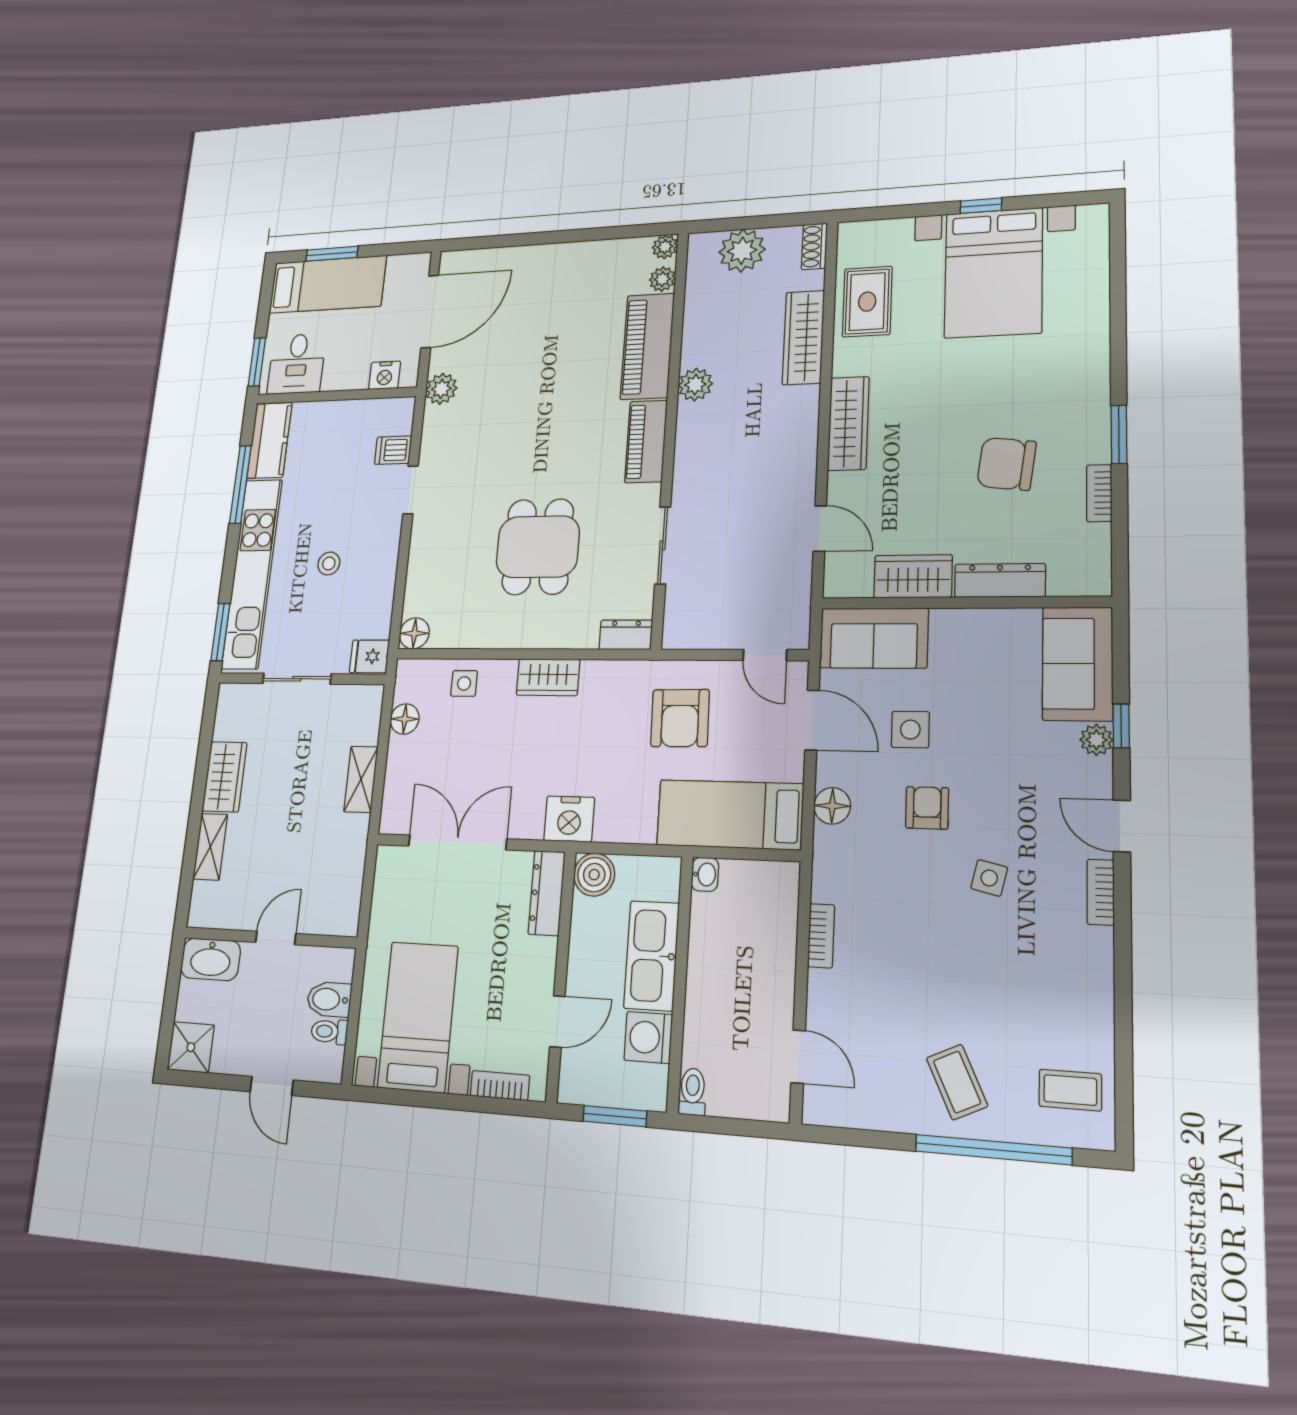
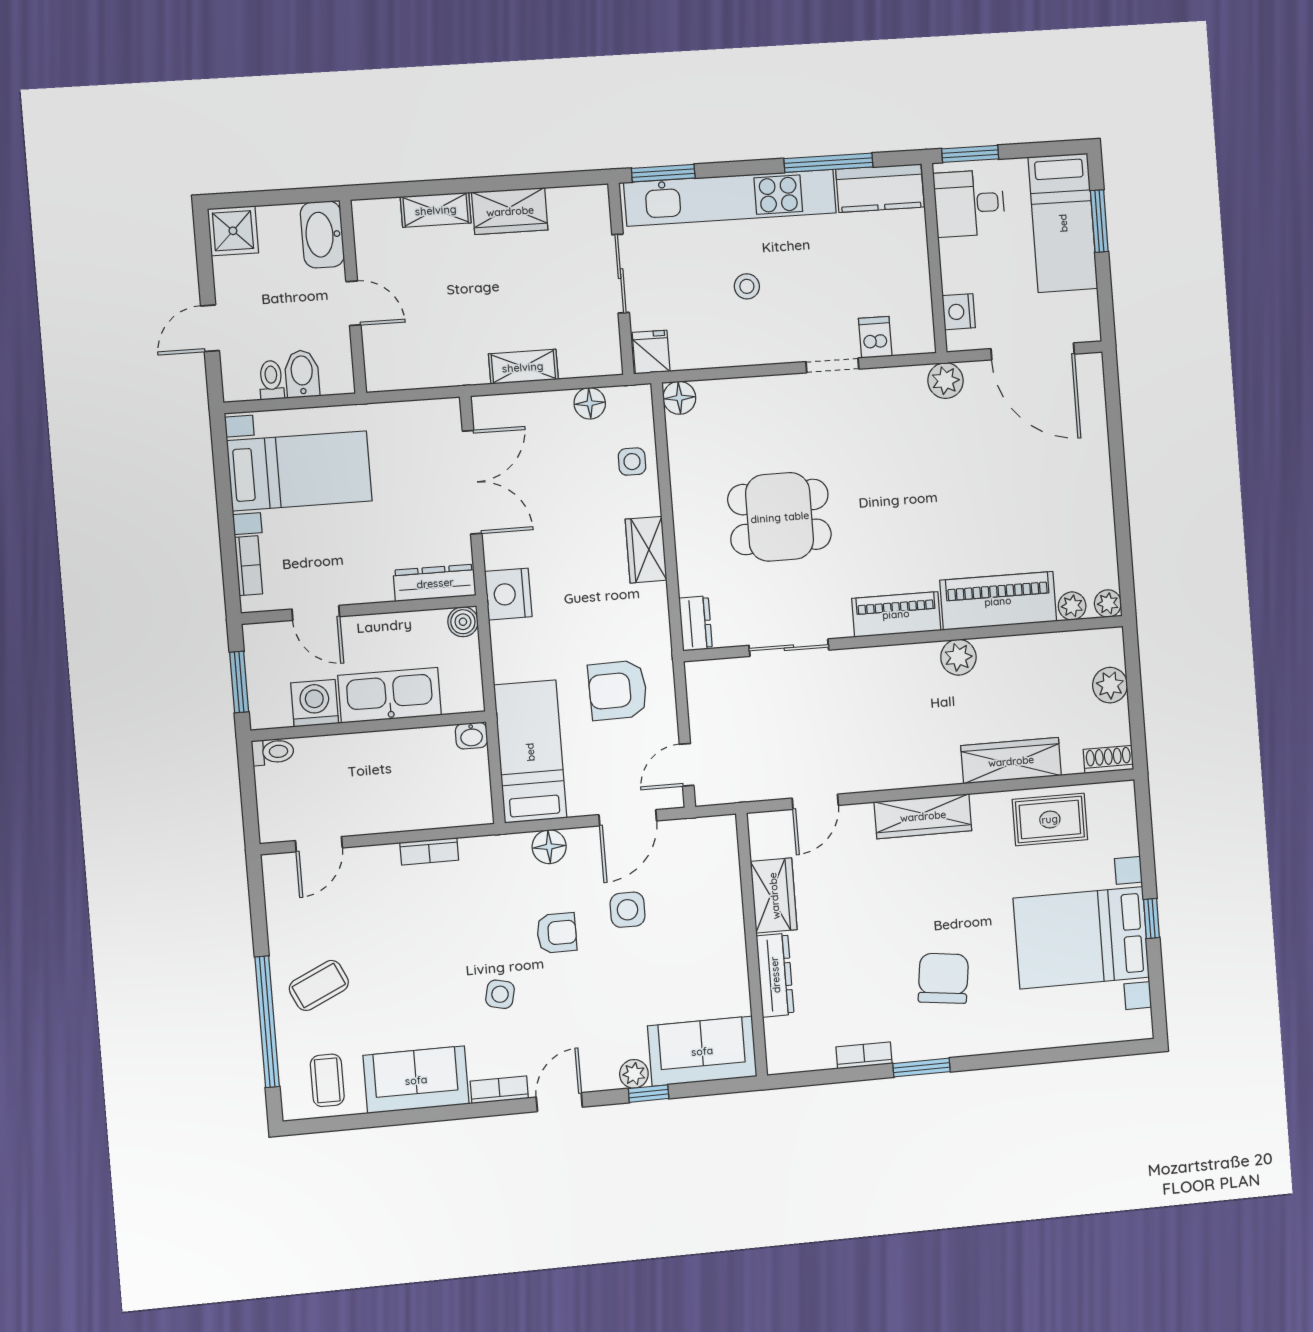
plant: (742, 251) -> (1110, 685), width x0.73, depth x0.73
chair: (1006, 464) -> (943, 978), moved
sofa: (874, 638) -> (416, 1080), moved, turned 90
boiler: (594, 875) -> (463, 622), width x0.73, depth x0.73

